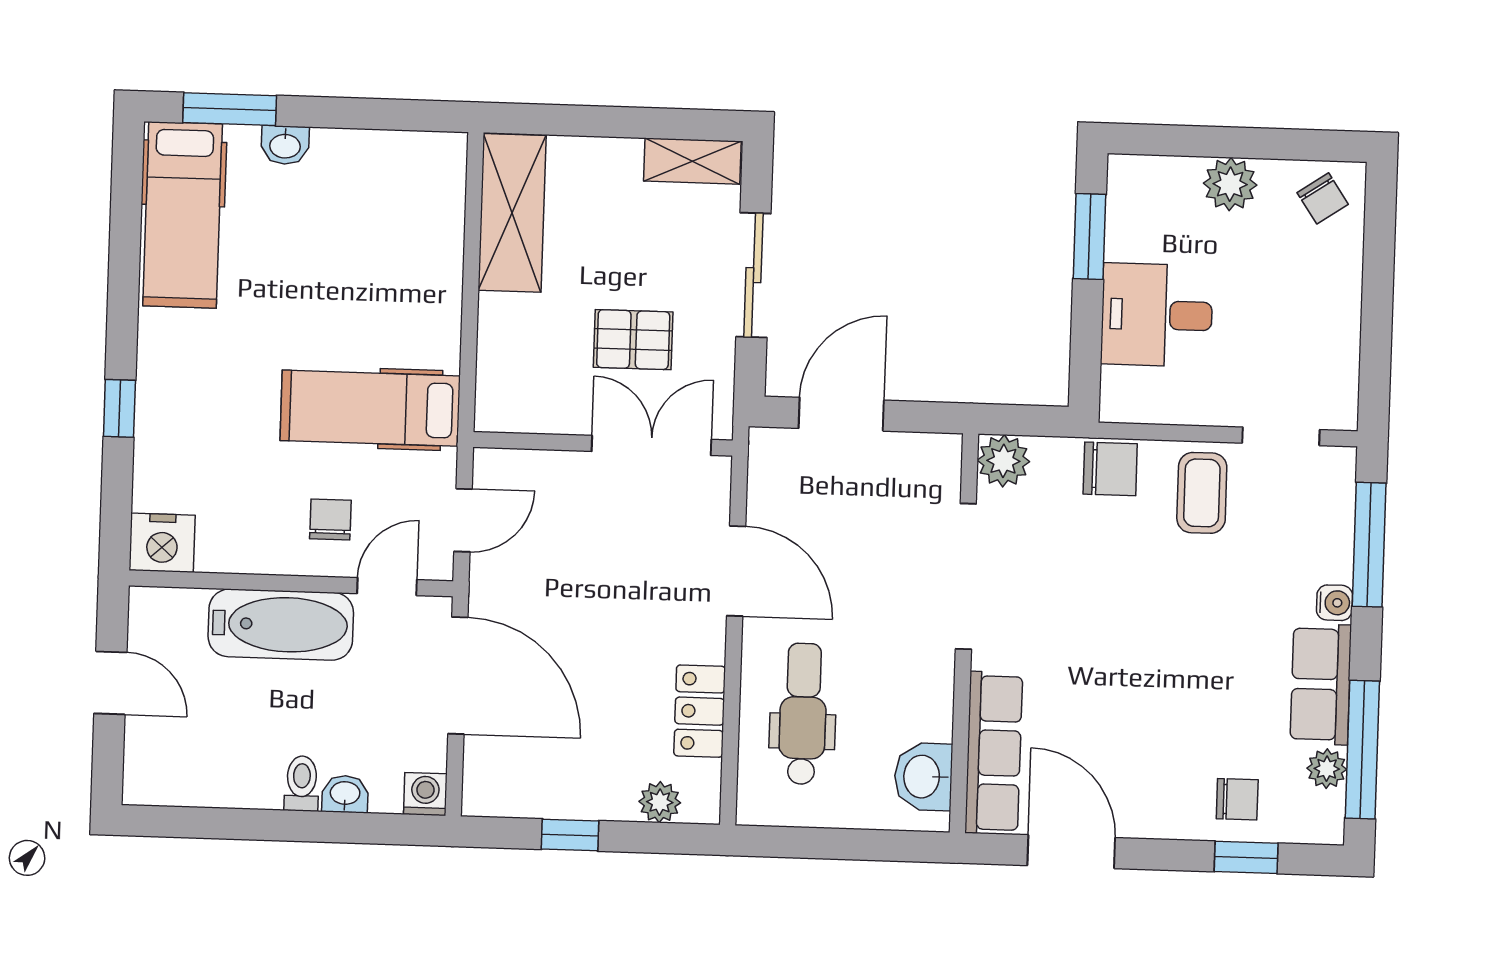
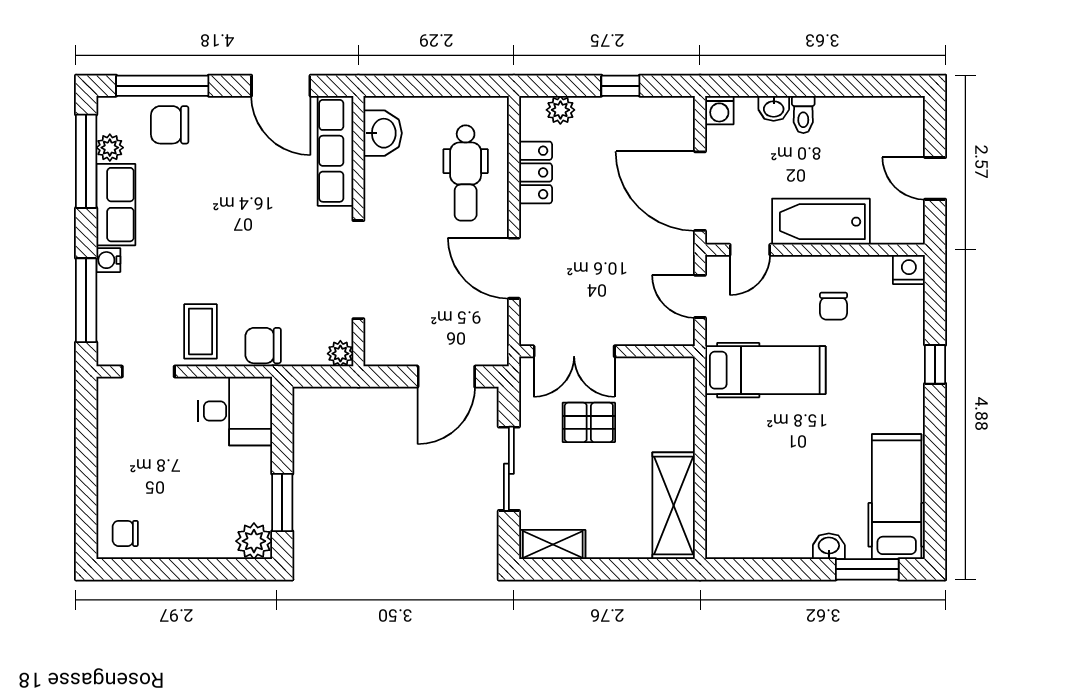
plant: (1230, 184) -> (254, 541), moved
chair: (1323, 198) -> (125, 533), turned -56
desk: (1157, 315) -> (235, 411), moved
plant: (1003, 461) -> (340, 354), width x0.73, depth x0.73
chair: (330, 520) -> (834, 306), moved
door: (463, 520) -> (700, 296), hinge flipped
nightstand: (162, 543) -> (909, 270), width x0.74, depth x0.75
chair: (1237, 799) -> (170, 125), width x1.37, depth x1.37
window: (1246, 857) -> (162, 86), width x2.17

